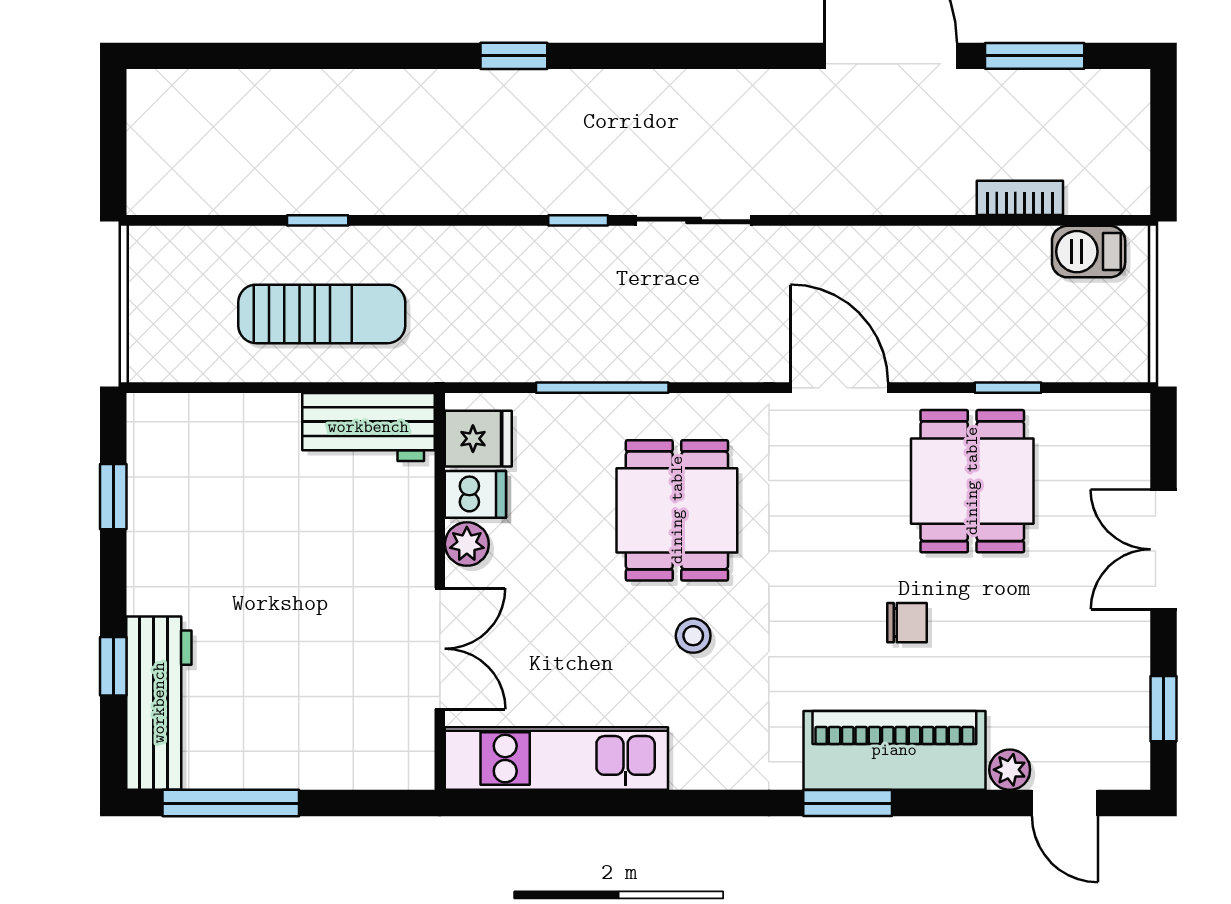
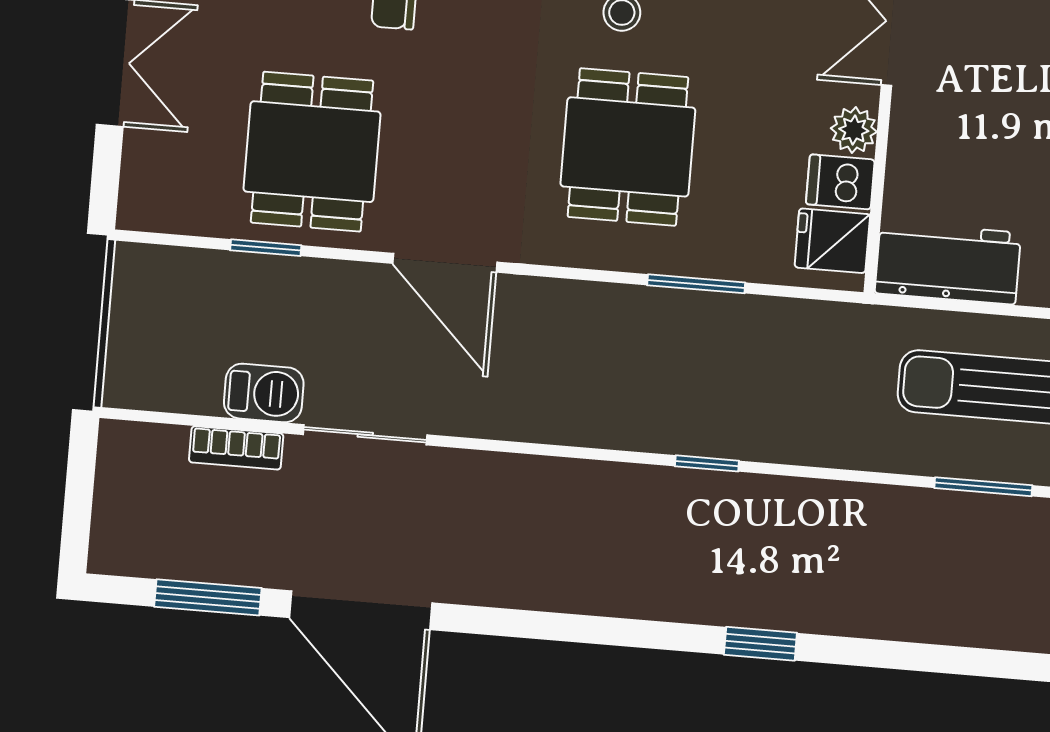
window: (318, 220) -> (983, 487), width x1.50
sliding door: (694, 220) -> (365, 435), moved
barbecue: (1089, 252) -> (264, 393), moved
window: (602, 388) -> (696, 284), width x0.69

